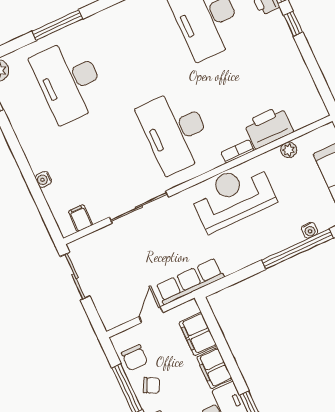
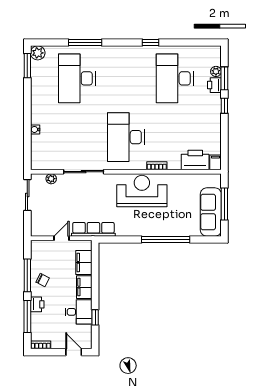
printer: (268, 127) -> (195, 160), moved
plant: (289, 150) -> (51, 179), moved
filing cabinet: (80, 218) -> (216, 162), moved
water cooler: (310, 230) -> (178, 232), removed
chair: (135, 358) -> (40, 259), removed

